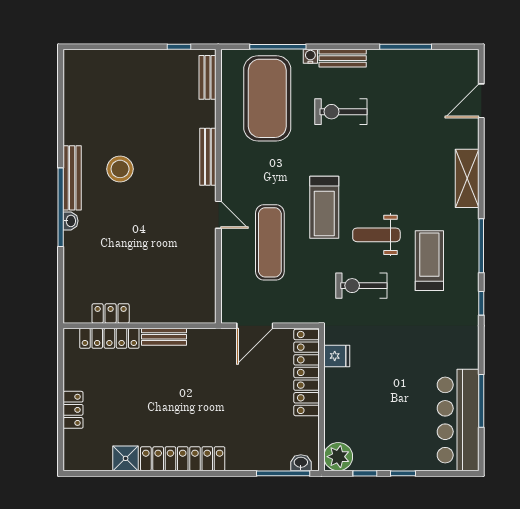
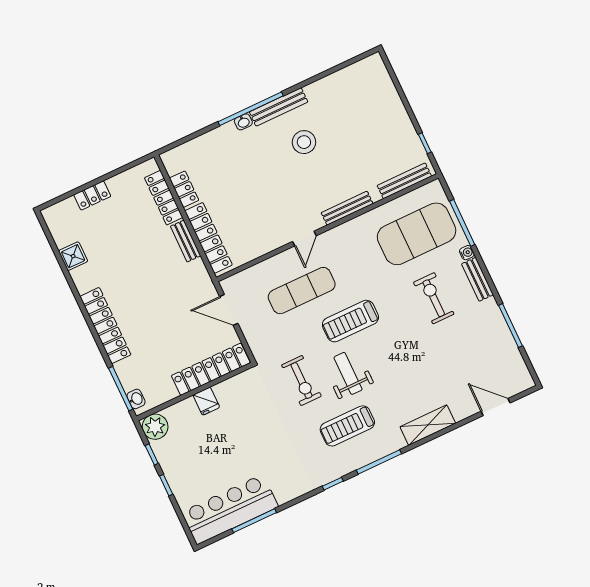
bench: (207, 77) -> (404, 181), width x1.36
treadmill: (429, 261) -> (347, 426), turned 180
exercise bike: (361, 286) -> (301, 381), turned 180
locker: (172, 312) -> (208, 238), added
fridge: (337, 356) -> (206, 401), moved
locker: (183, 459) -> (105, 326), moved

